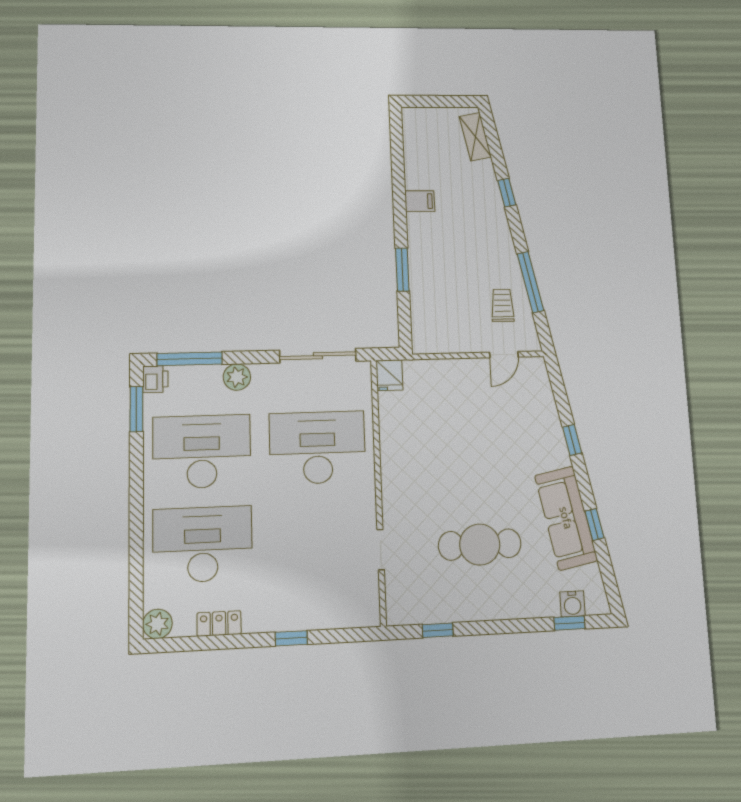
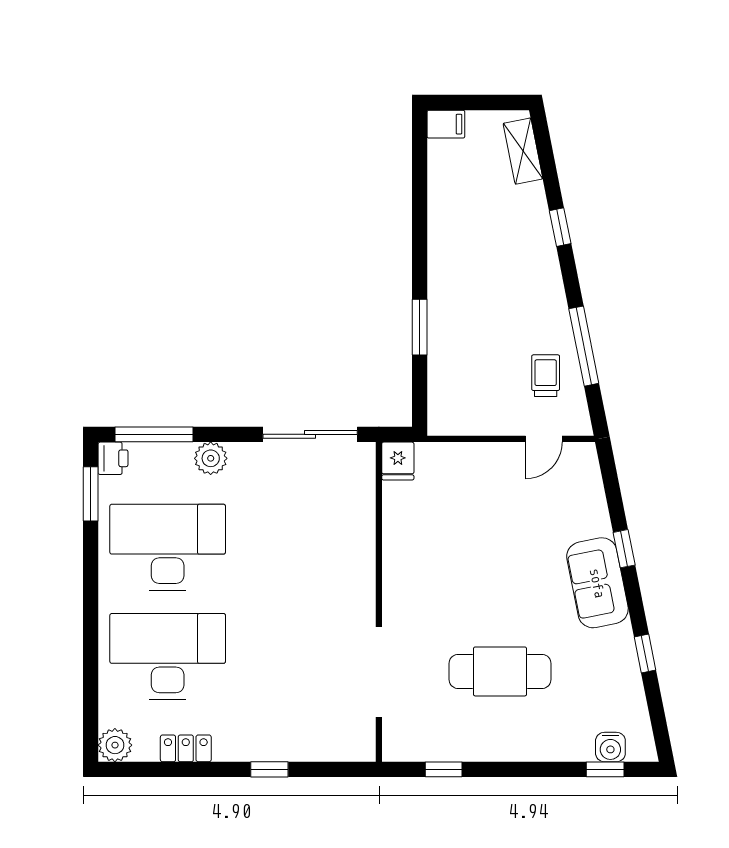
filing cabinet: (420, 201) -> (446, 124), moved
desk: (318, 448) -> (306, 547), removed
sofa: (566, 518) -> (597, 583), moved, width x0.73
doorway: (381, 550) -> (379, 672), width x1.88

